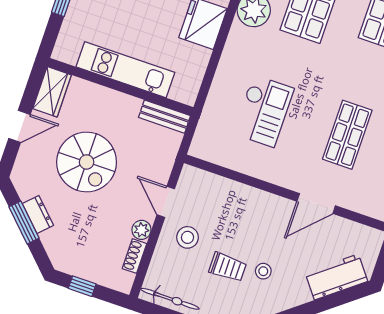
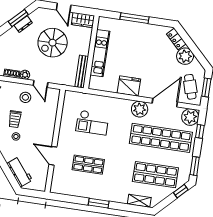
bench: (164, 117) -> (82, 72), width x1.36
door: (166, 202) -> (40, 84), swing flipped

